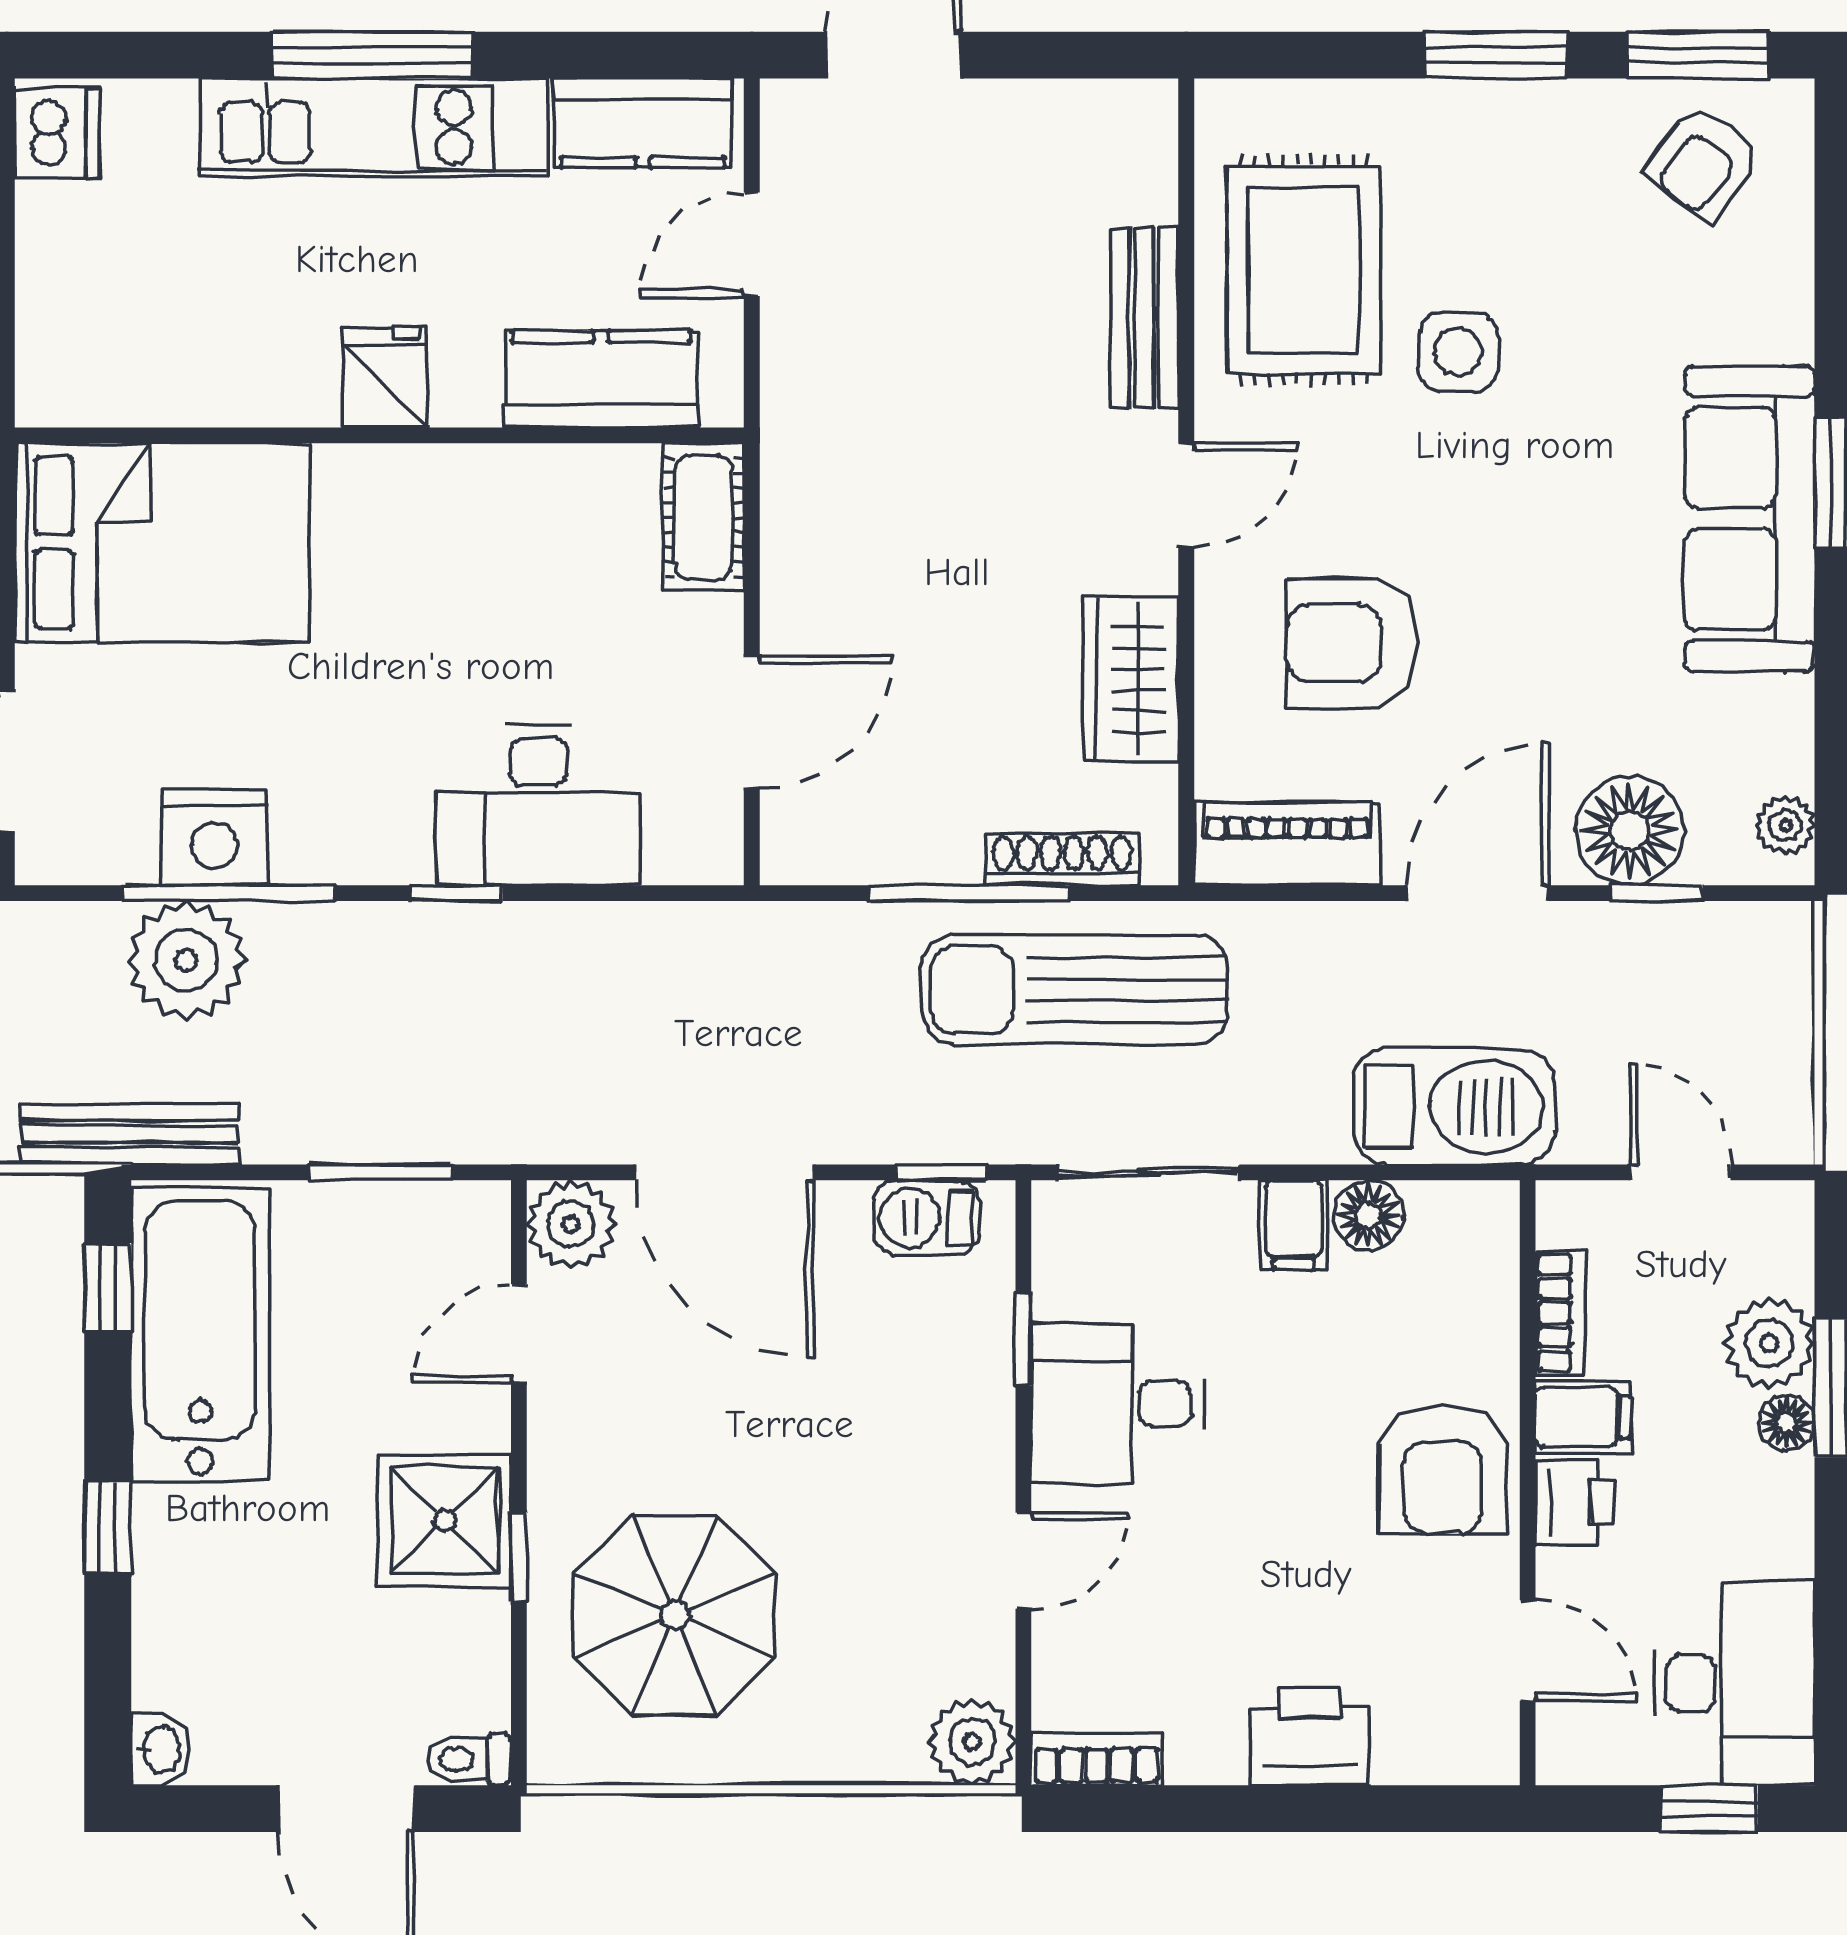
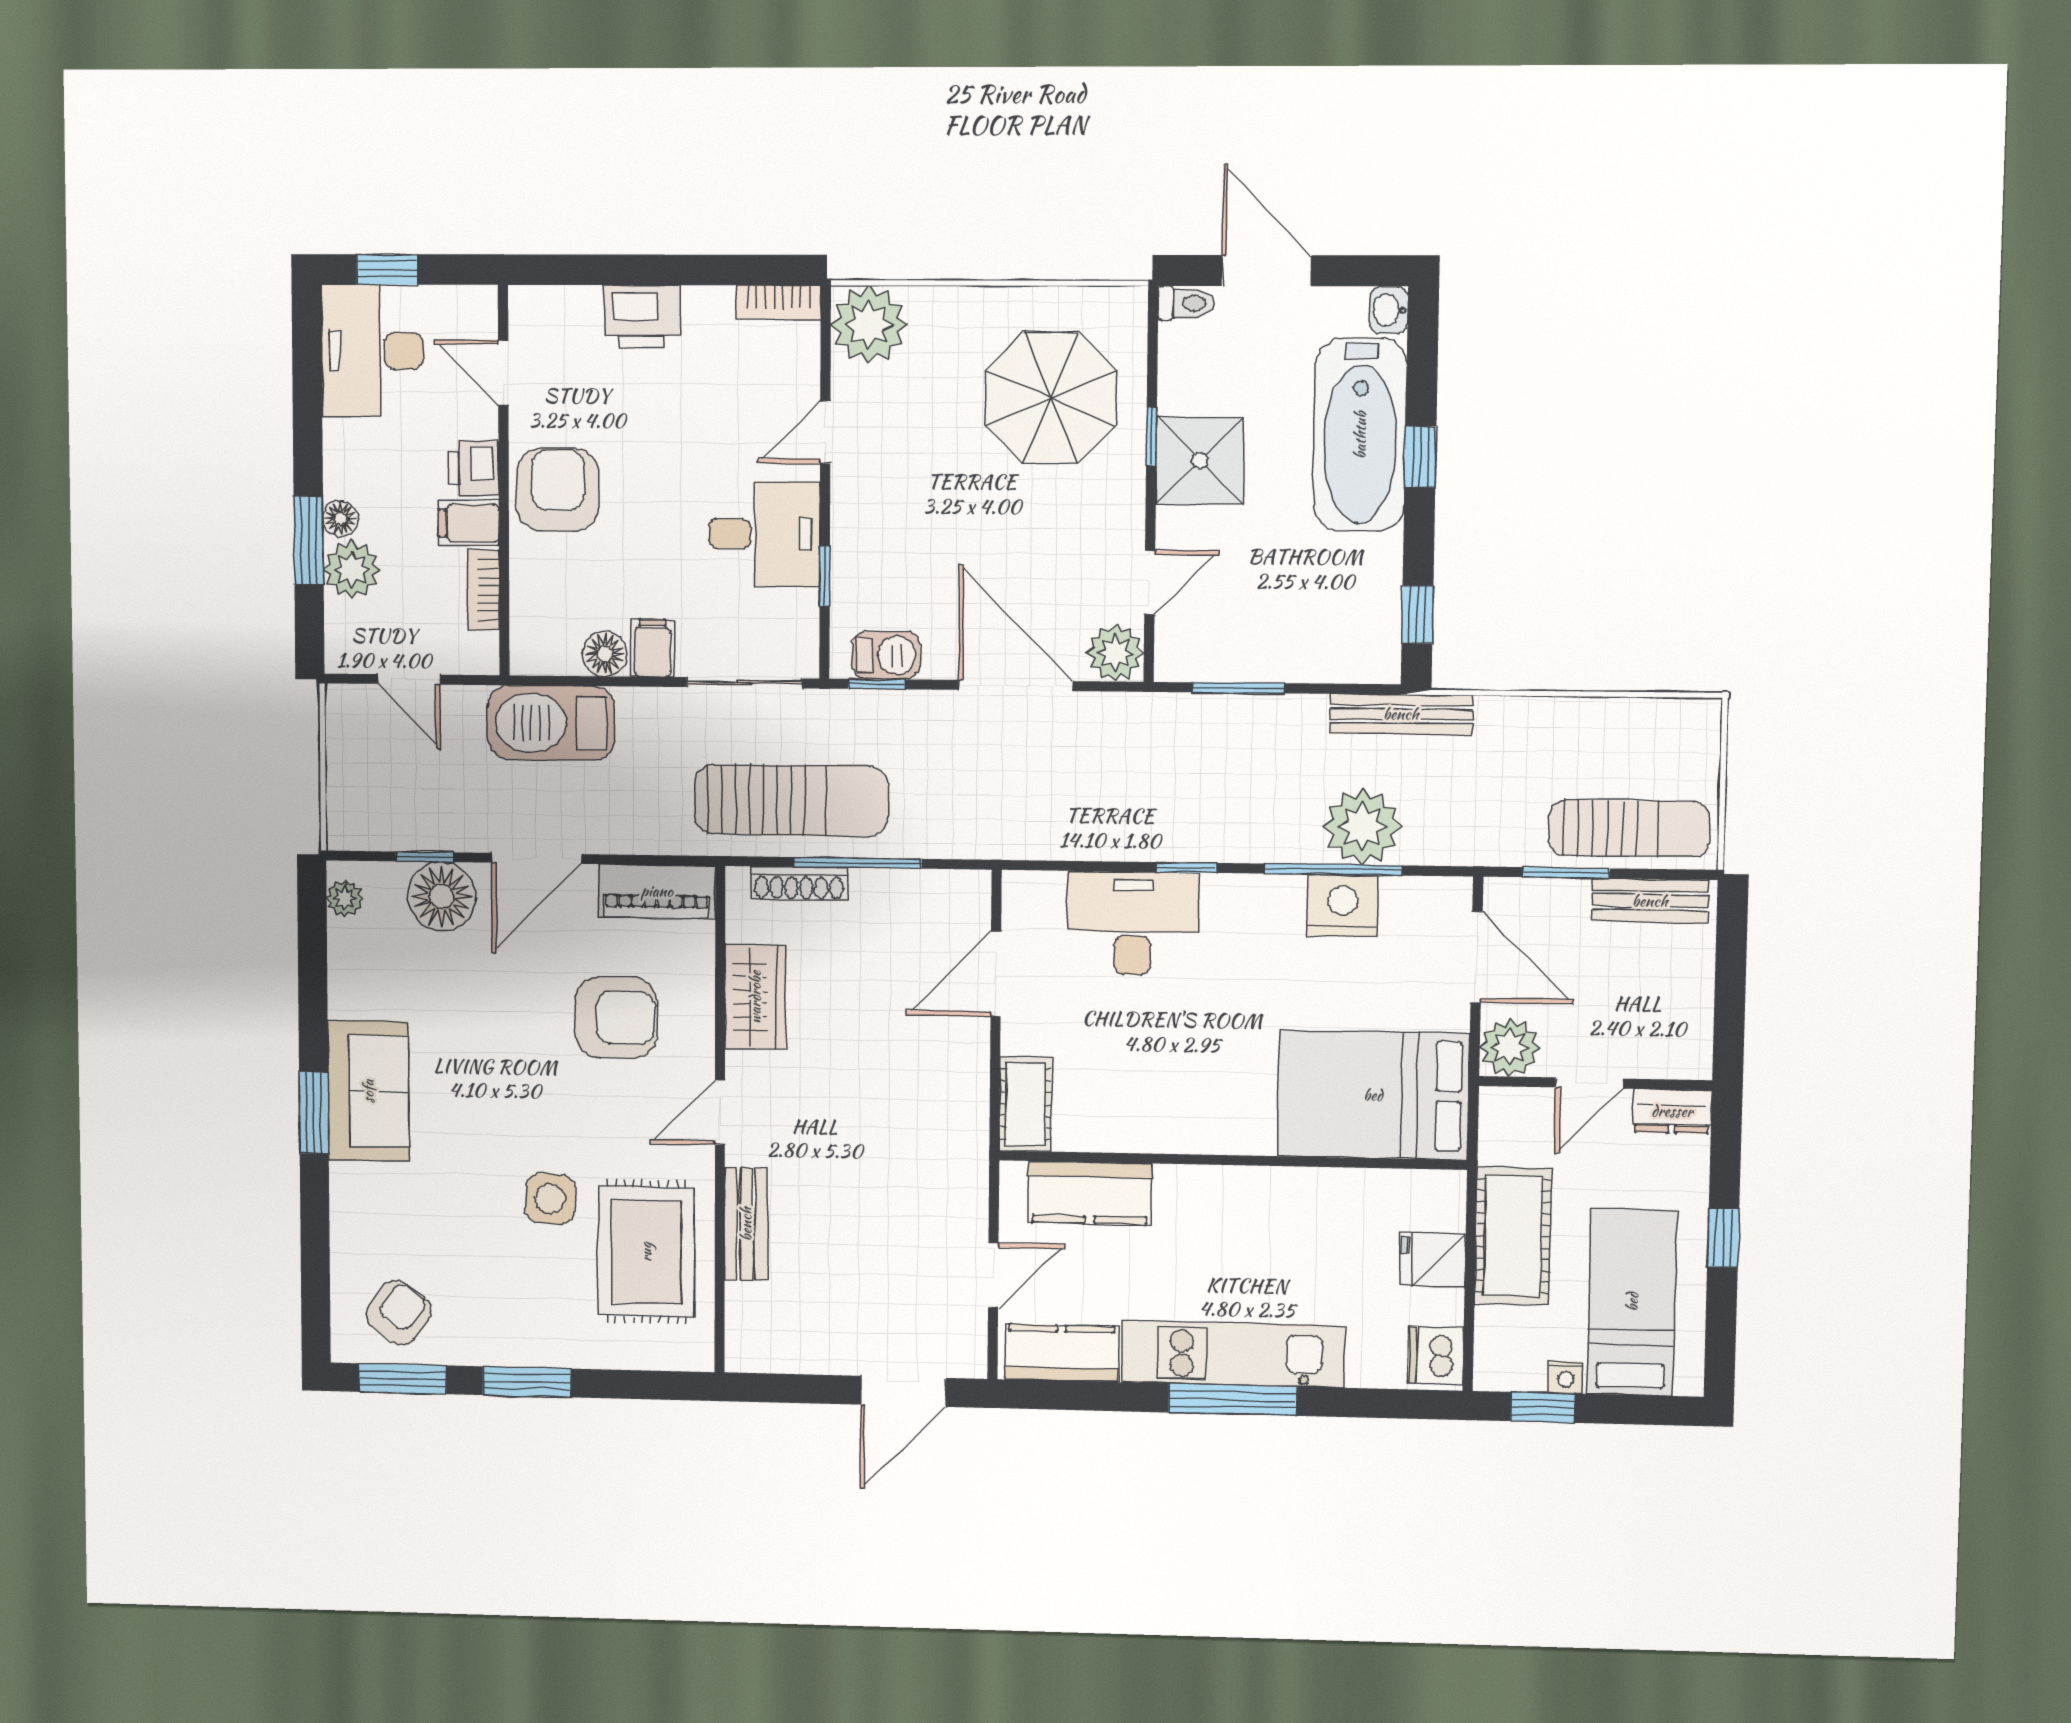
fridge: (385, 377) -> (1433, 1260), moved, turned 90
sofa: (1750, 519) -> (368, 1091), width x0.73
bathtub: (200, 1335) -> (1360, 435), moved
plant: (972, 1742) -> (869, 324), width x1.36, depth x1.36

